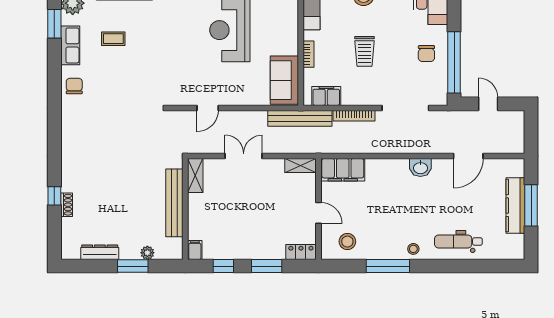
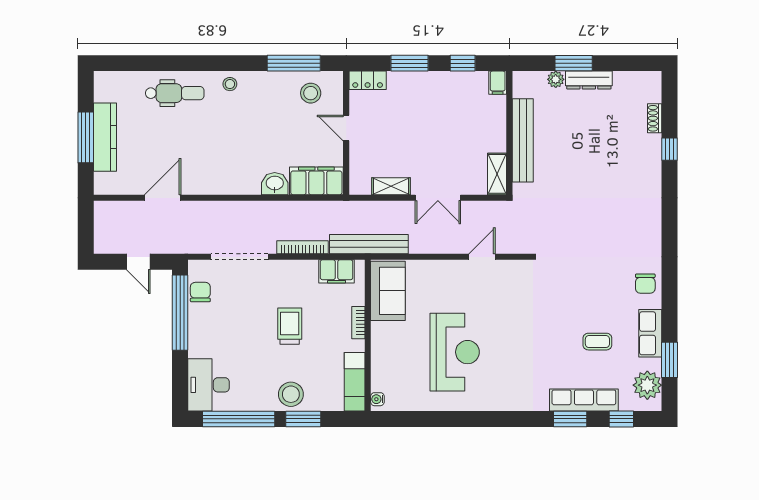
chair: (426, 54) -> (200, 292), moved
shelving: (300, 166) -> (391, 186), moved
washbasin: (420, 168) -> (275, 184), moved
shoe rack: (67, 205) -> (655, 118), moved
dresser: (100, 252) -> (589, 80), moved
window: (388, 266) -> (294, 63), moved

